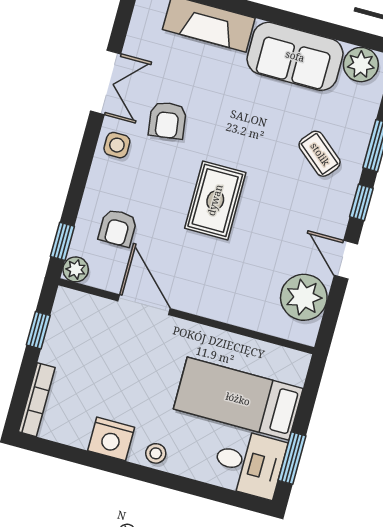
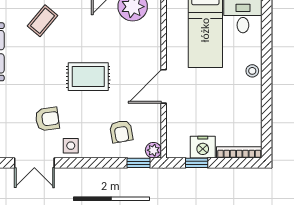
double door: (106, 82) -> (34, 163), swing flipped
armchair: (118, 228) -> (121, 131), turned 80
door: (144, 305) -> (164, 86), moved
nightstand: (111, 439) -> (203, 147), moved, turned 90

